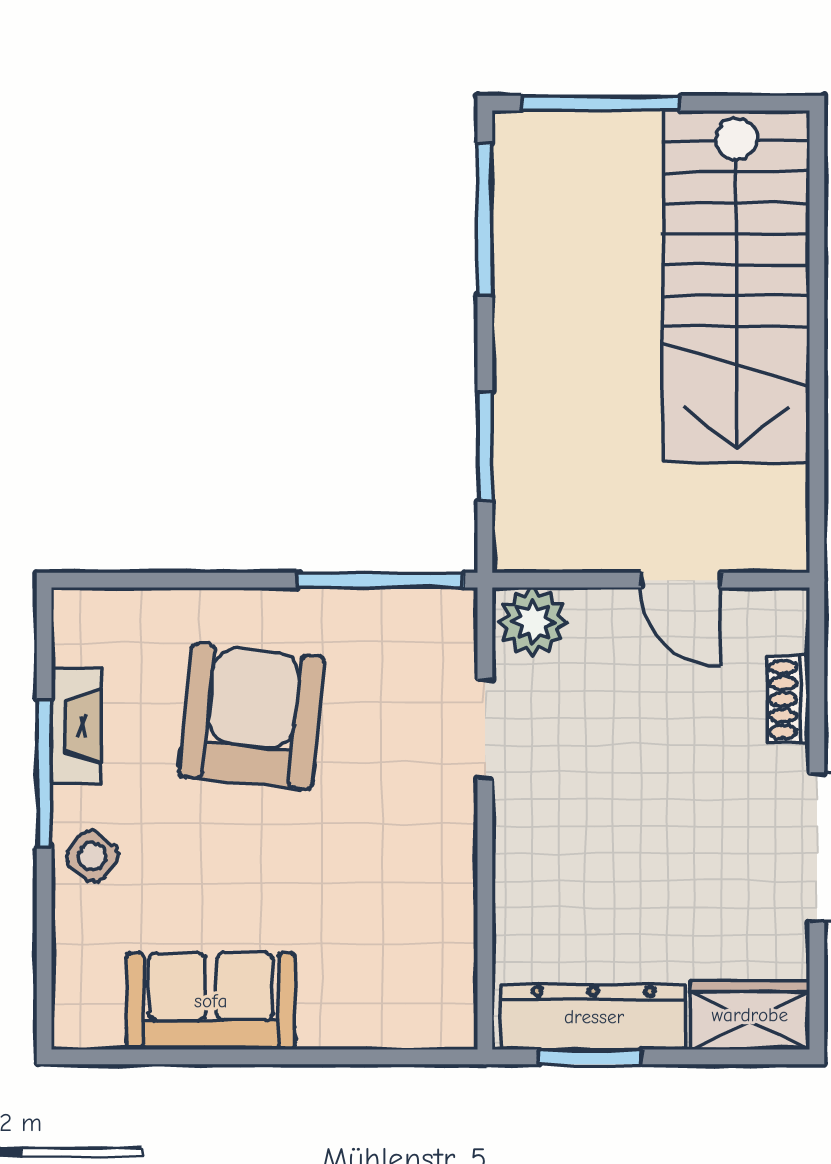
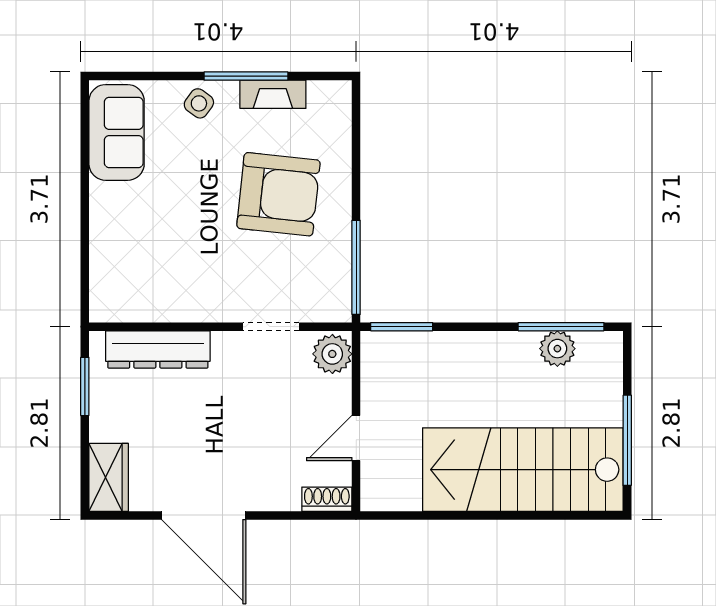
window: (601, 103) -> (627, 440), moved
plant: (523, 226) -> (557, 349), added
window: (485, 446) -> (402, 327), moved
shoe rack: (788, 700) -> (327, 499), moved
sofa: (211, 1001) -> (117, 132), moved
dresser: (594, 1017) -> (158, 349), moved, turned 90

